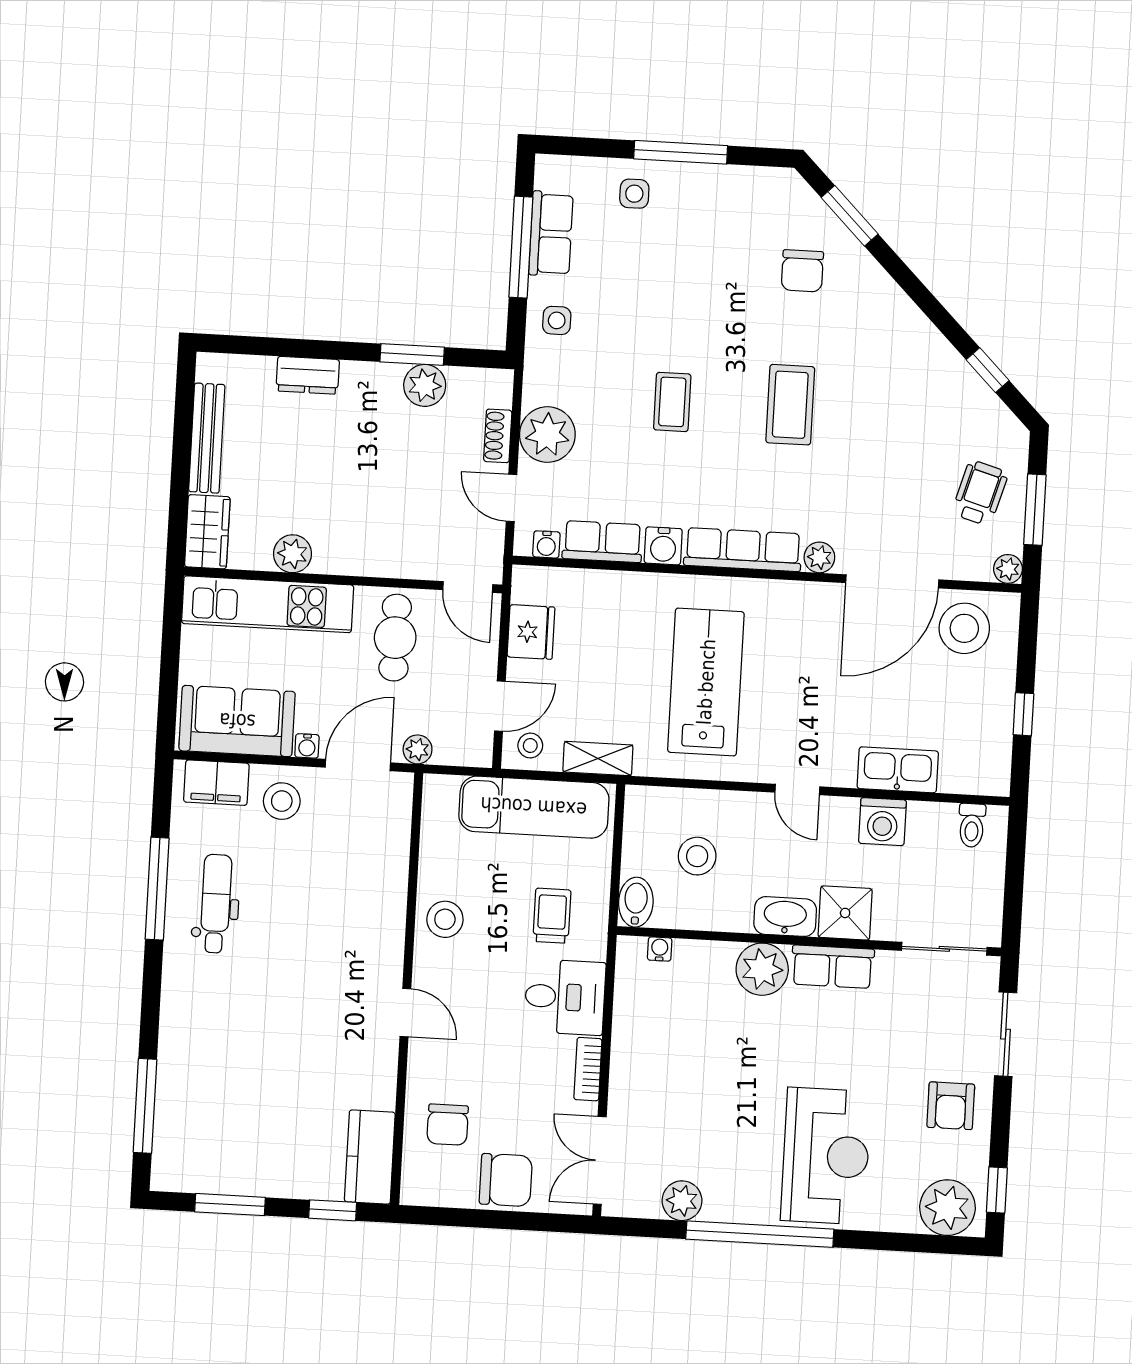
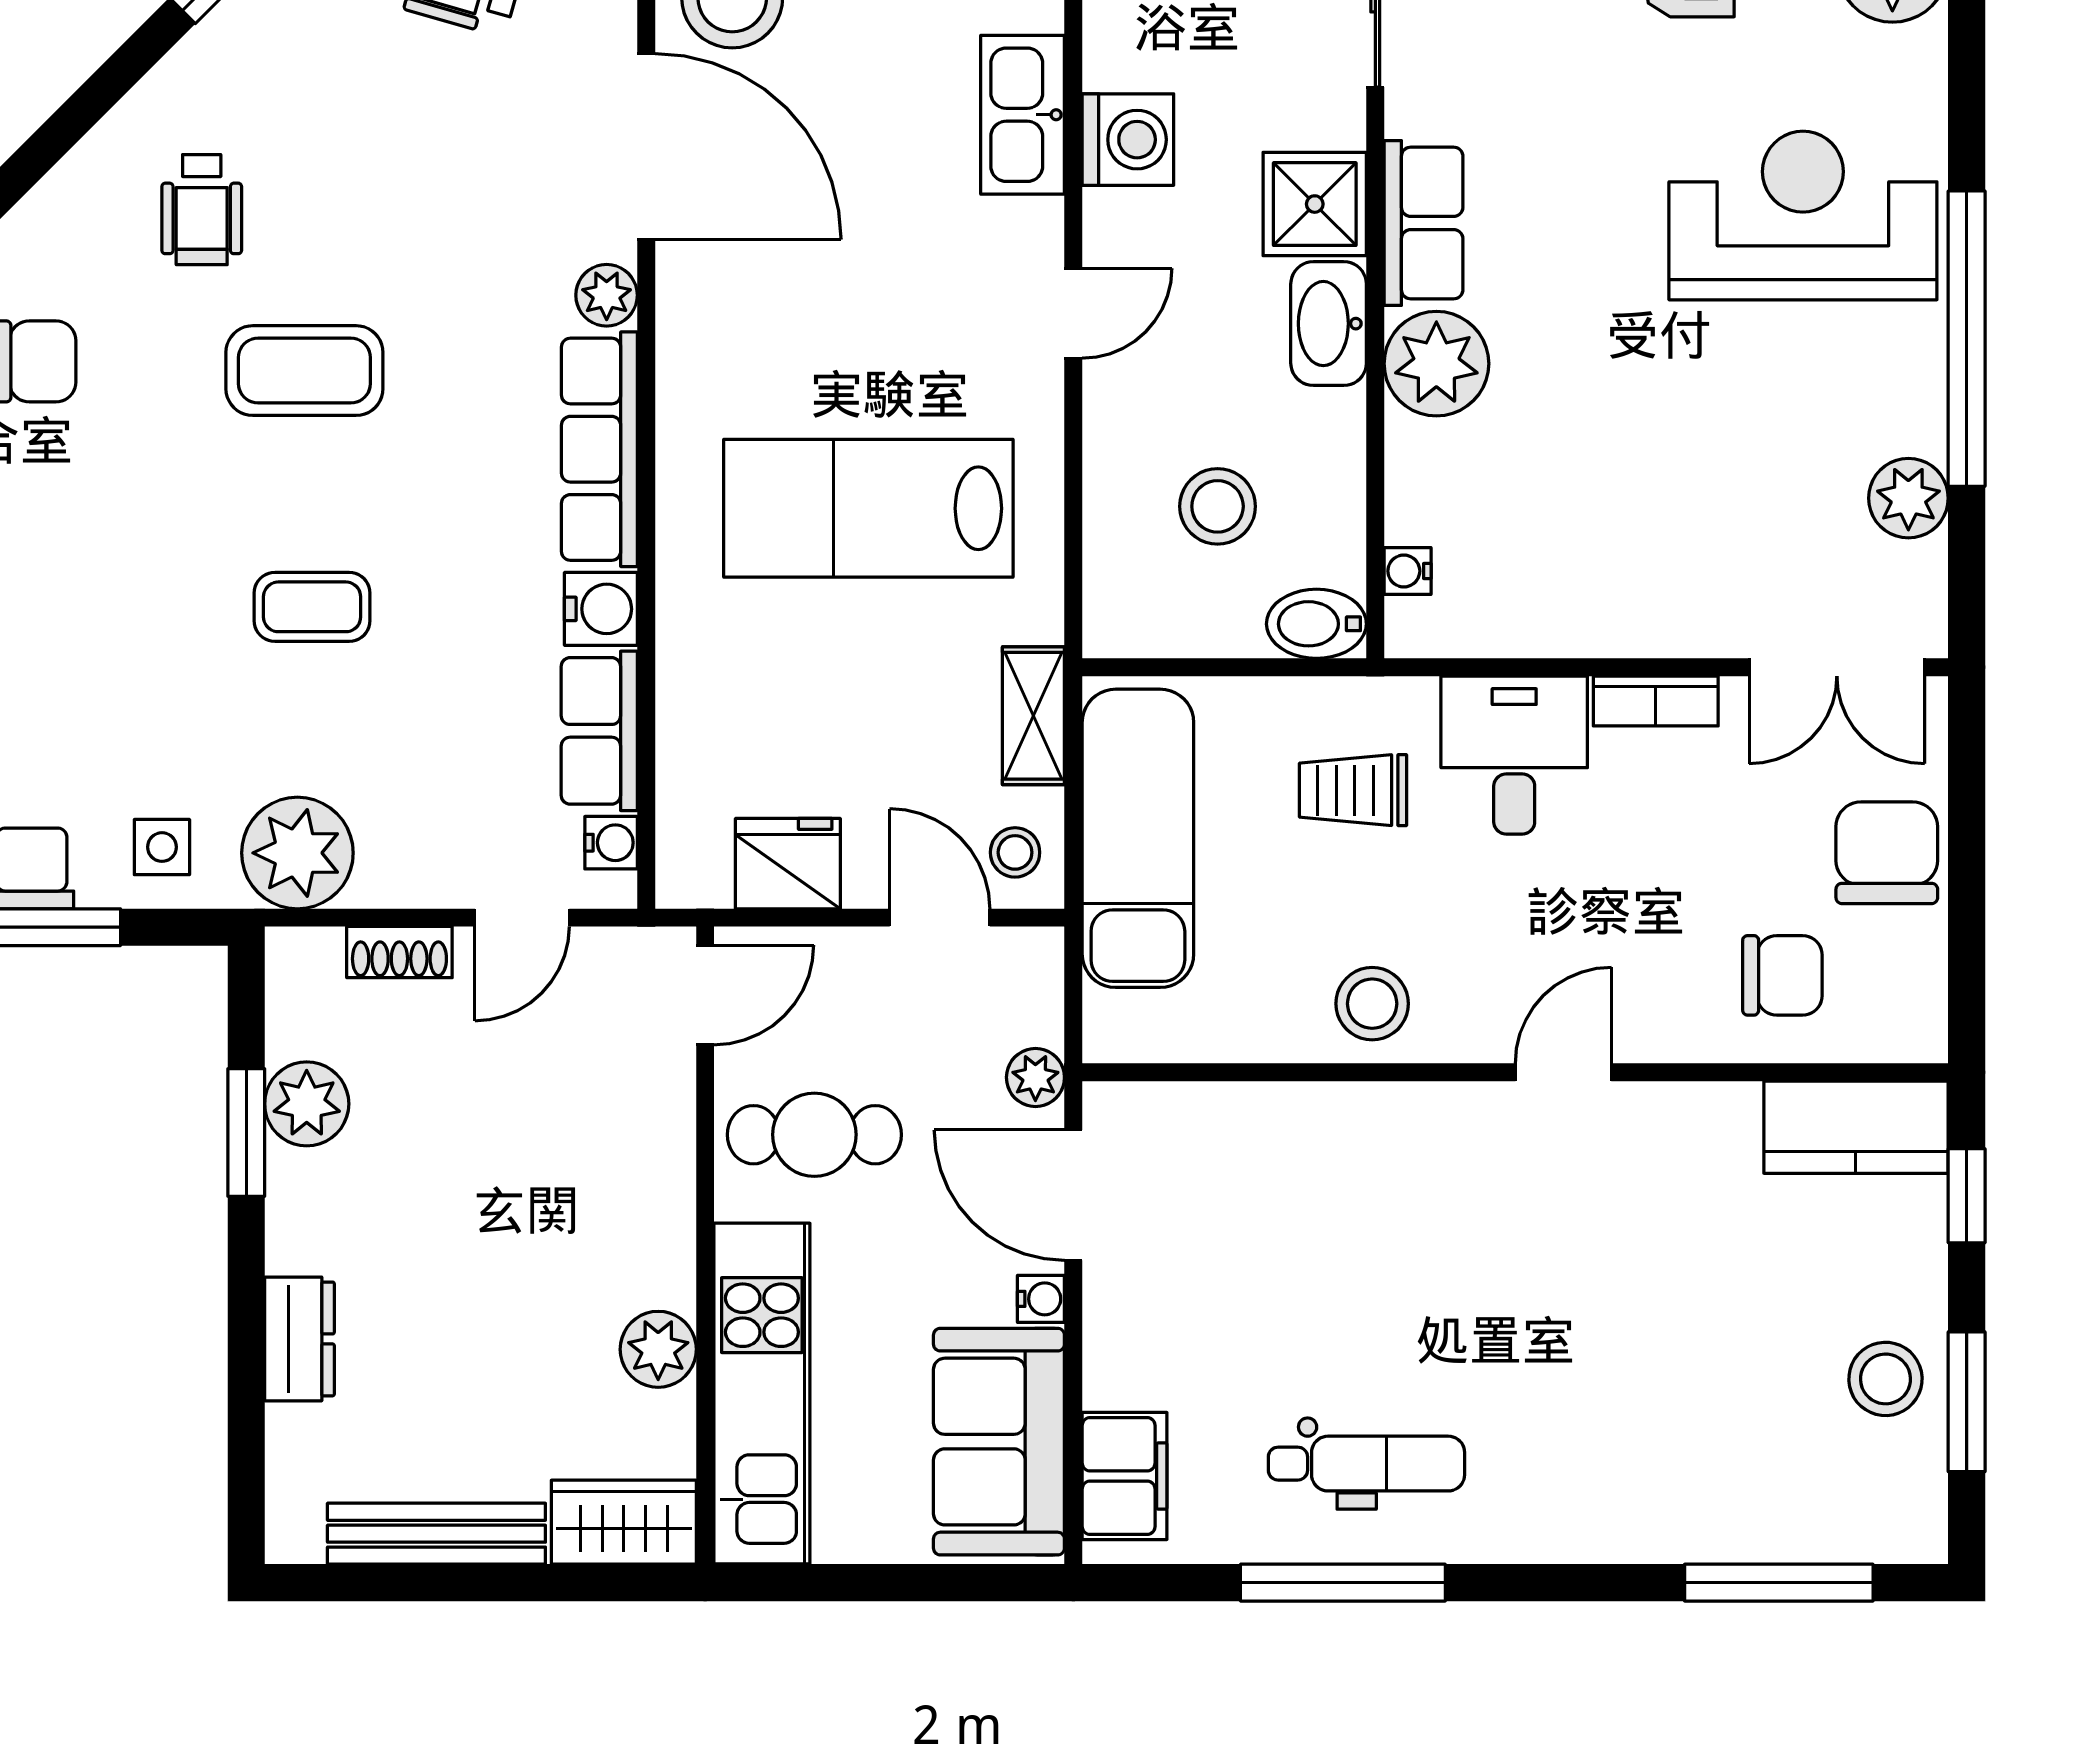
wheelchair: (873, 358) -> (202, 210), added
plant: (547, 435) -> (297, 853), moved
stool: (282, 801) -> (1885, 1379), moved
dental chair: (216, 904) -> (1366, 1464), turned 180

